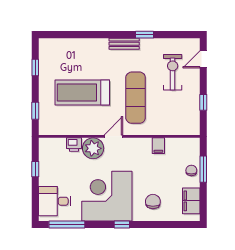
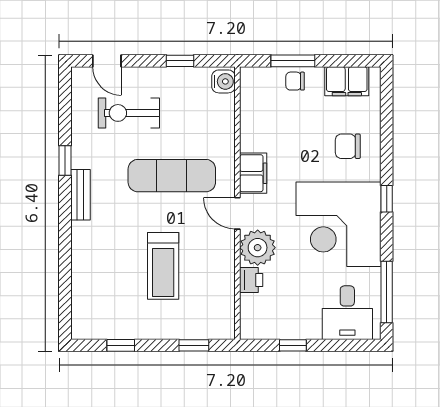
treadmill: (82, 93) -> (163, 266), width x0.73, depth x0.73
water cooler: (191, 128) -> (223, 81), added
filing cabinet: (158, 146) -> (253, 173), moved, width x2.00

